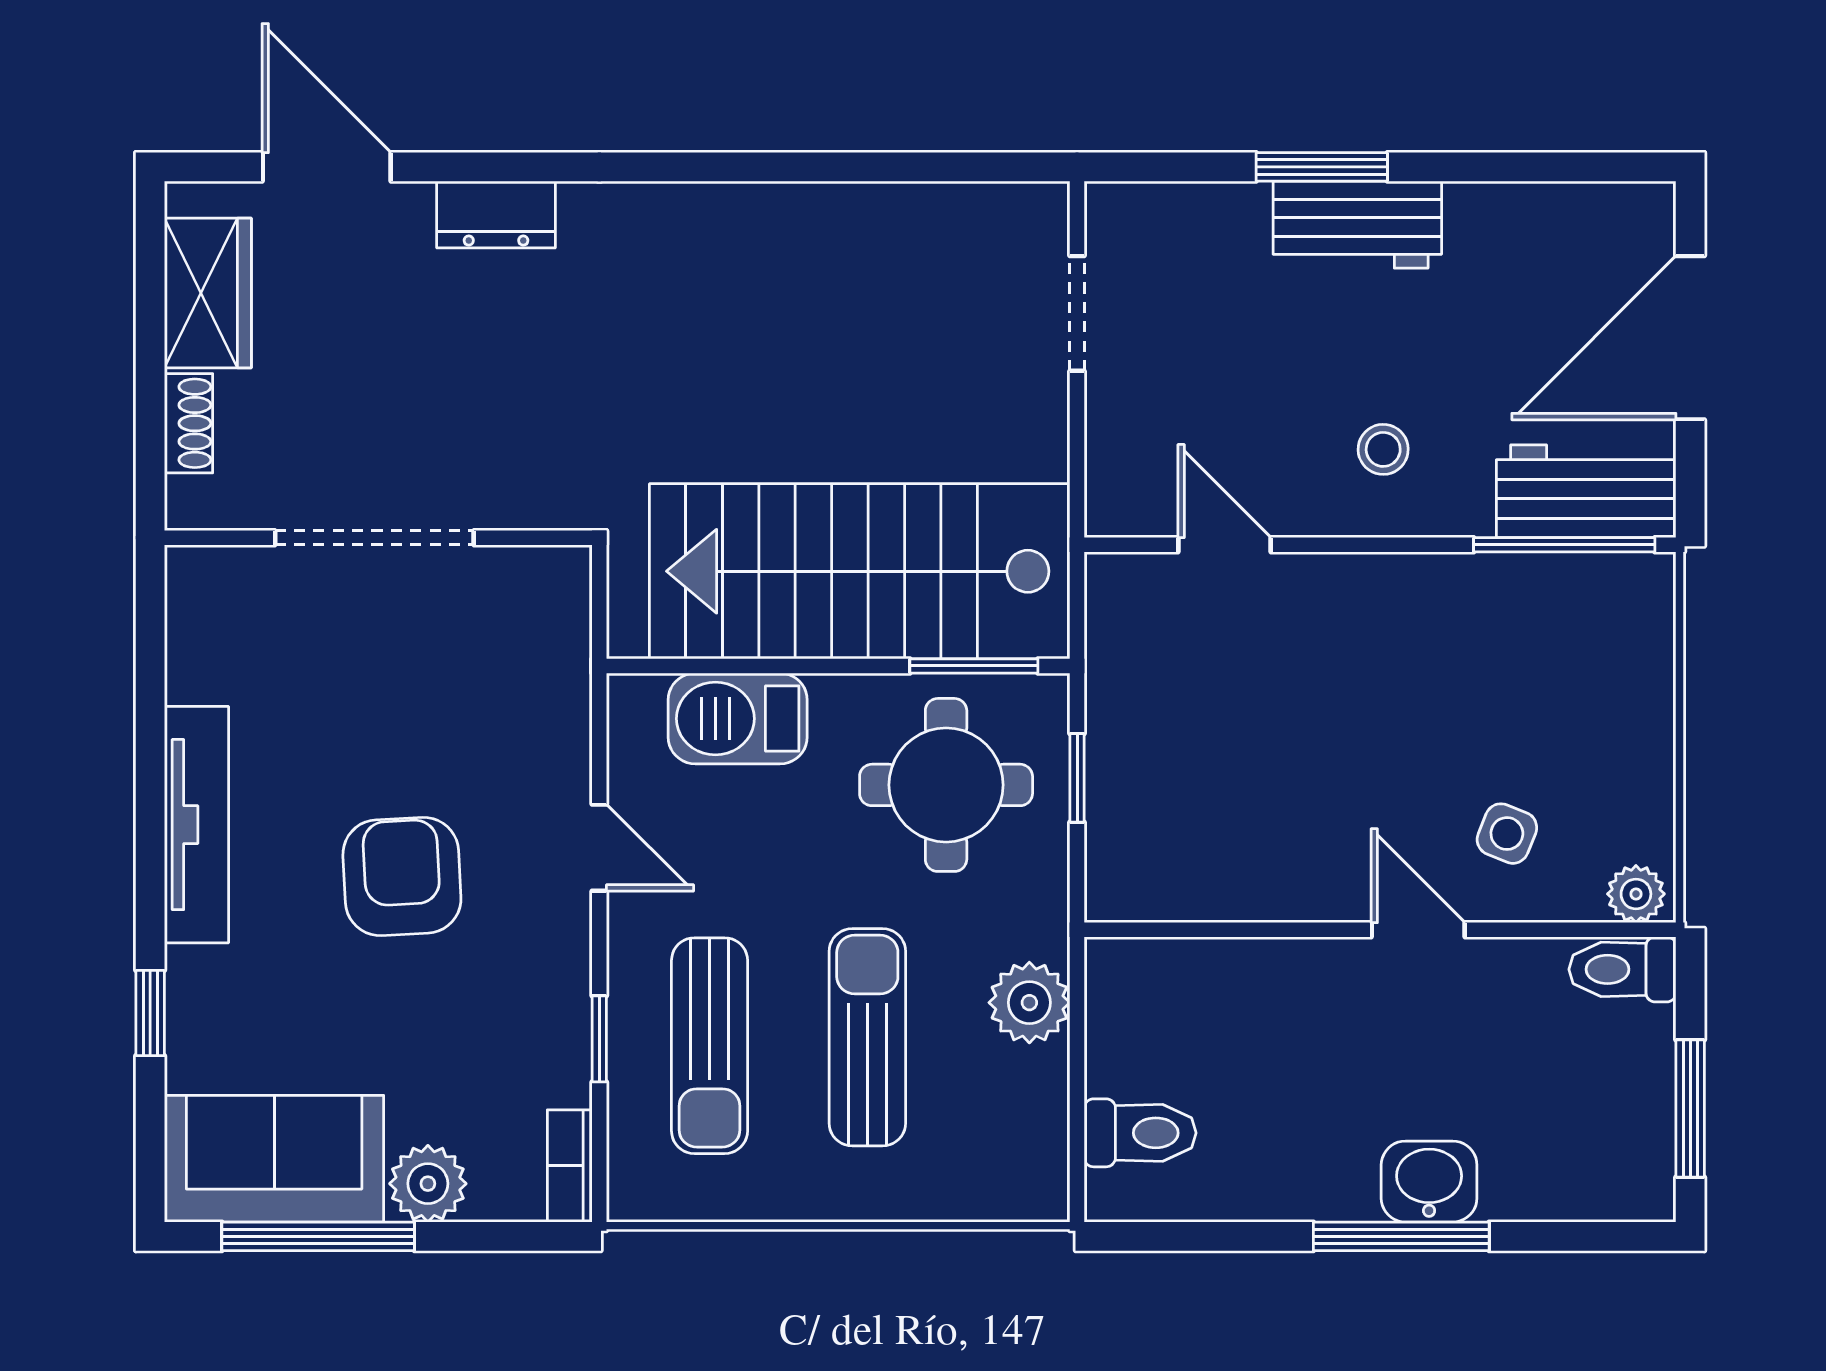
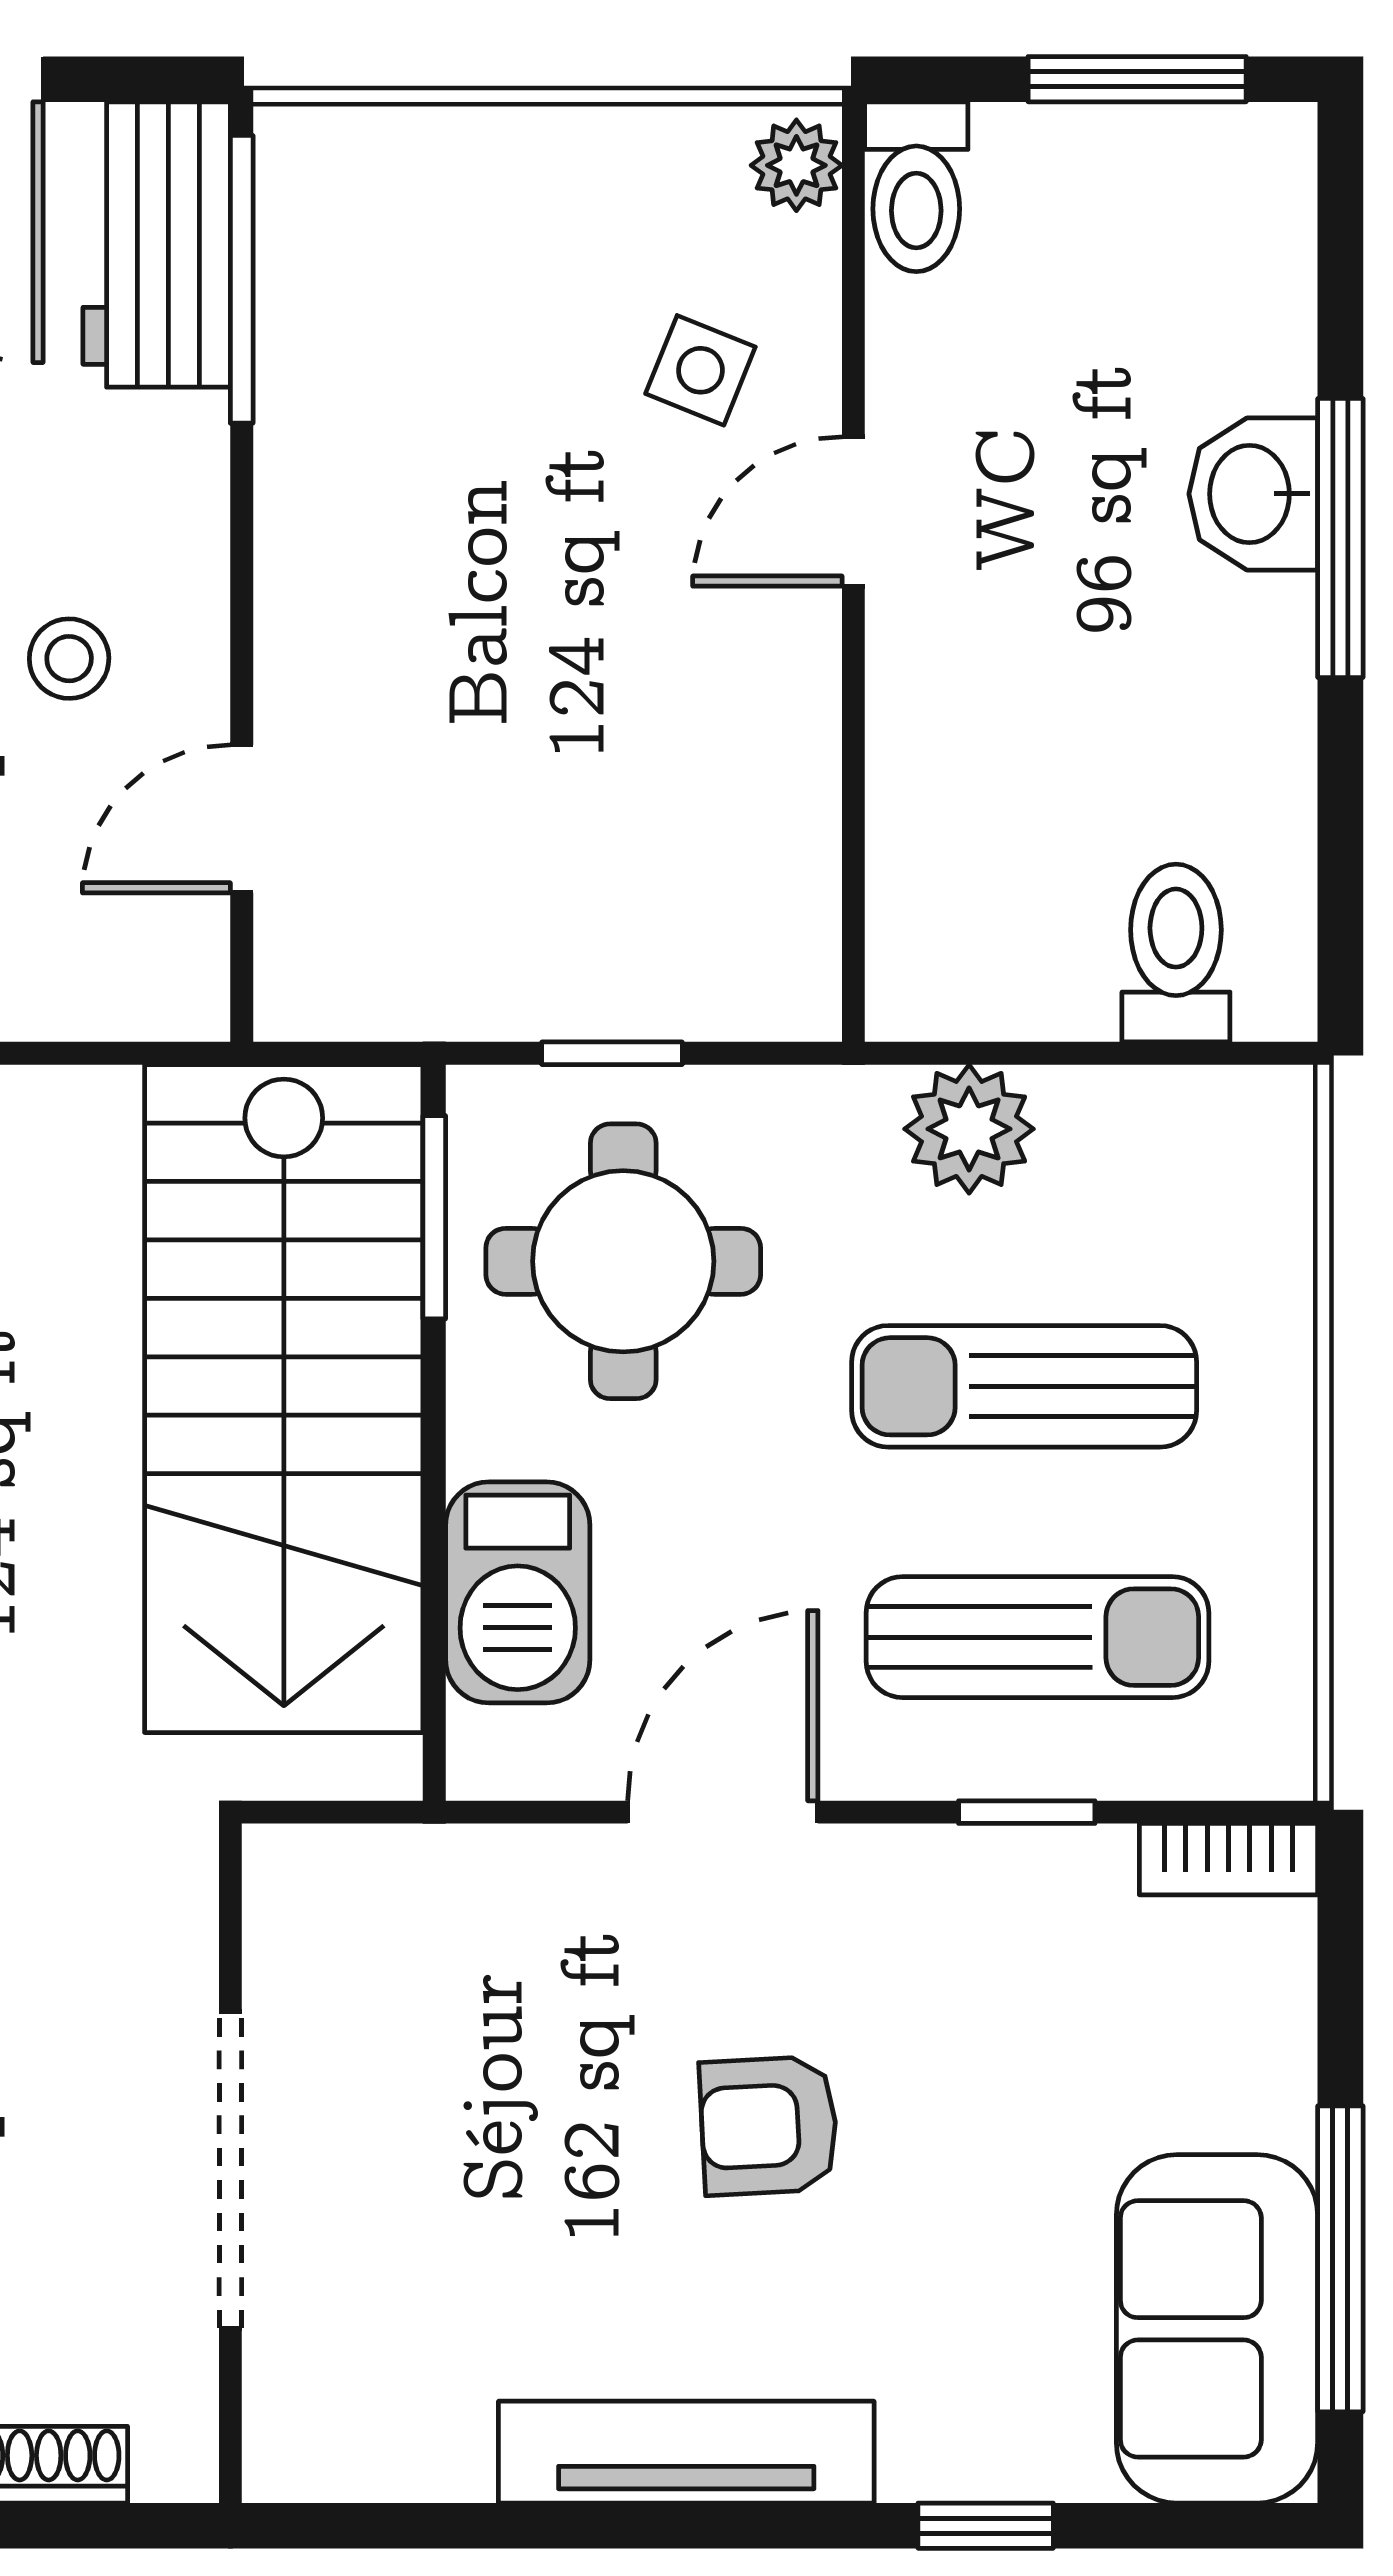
stool: (1383, 449) -> (69, 659), moved
door: (599, 848) -> (723, 1812), width x1.37
armchair: (402, 877) -> (769, 2126), width x0.72, depth x0.72
plant: (428, 1184) -> (1257, 2085), removed

